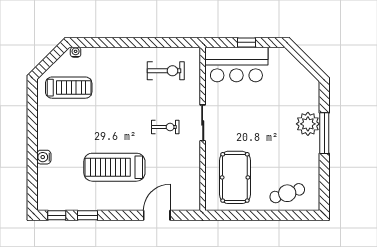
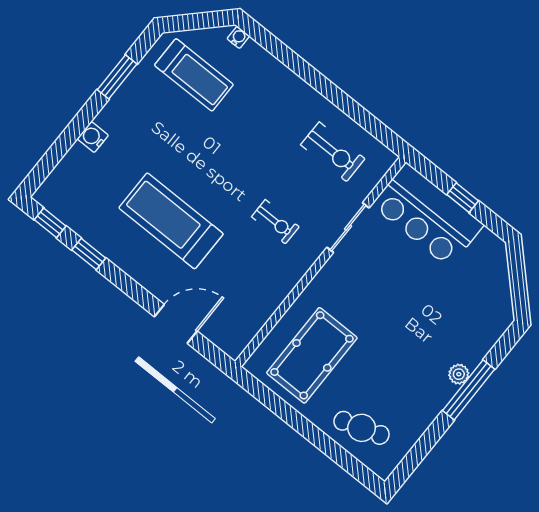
window: (32, 119) -> (117, 77), added
sliding door: (203, 123) -> (348, 228), moved
plant: (308, 124) -> (459, 374), width x0.53, depth x0.53

